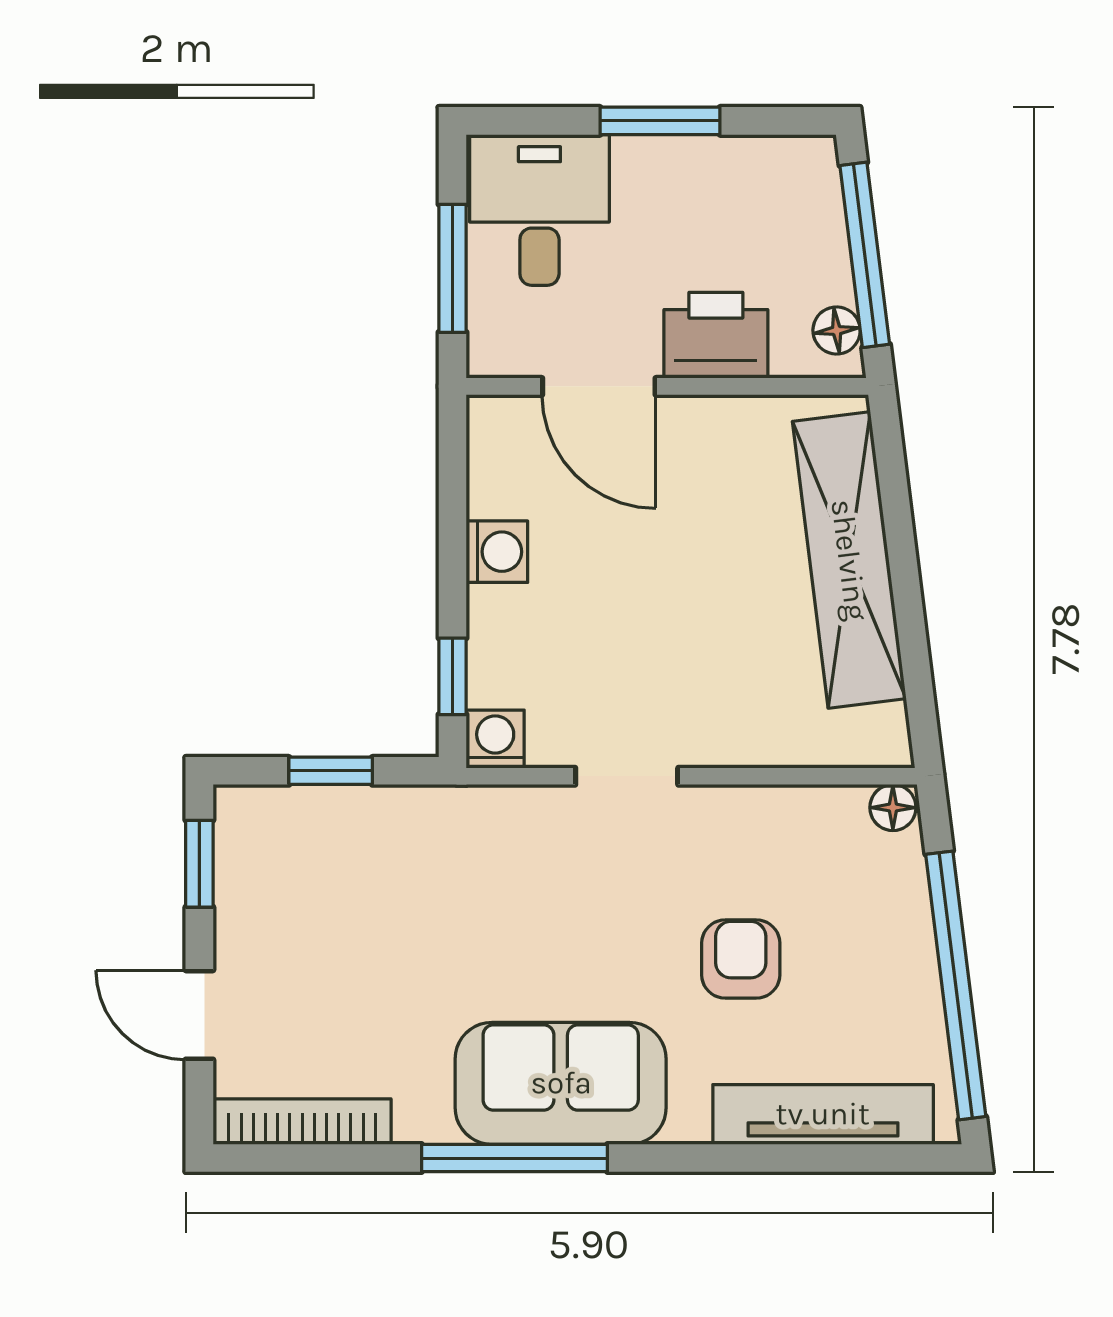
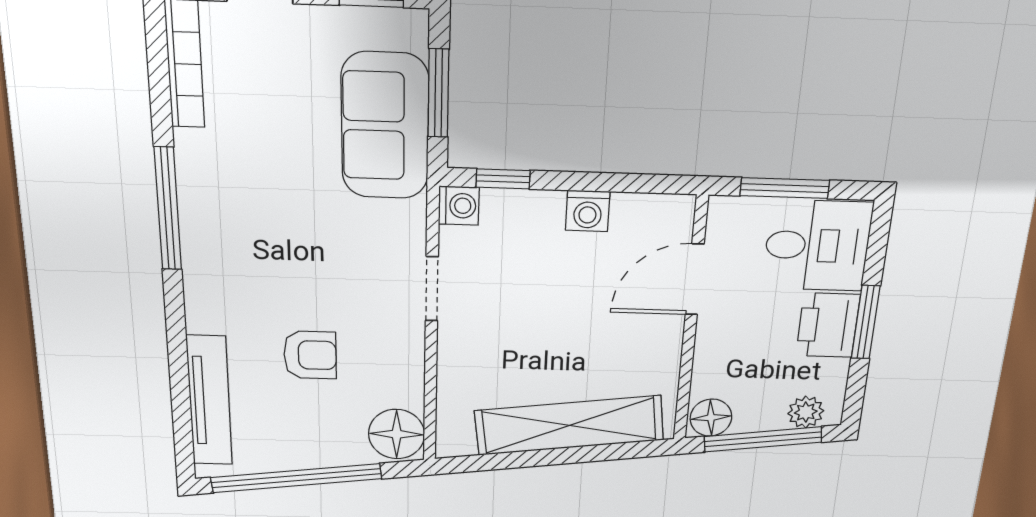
plant: (815, 193) -> (806, 412), added
floor lamp: (837, 330) -> (711, 418), width x1.37, depth x1.37
printer: (716, 335) -> (828, 325), moved, turned 180
window: (331, 771) -> (438, 93), width x1.50
floor lamp: (893, 808) -> (397, 434), width x1.89, depth x1.89
sofa: (561, 1083) -> (385, 126), moved, turned 180

